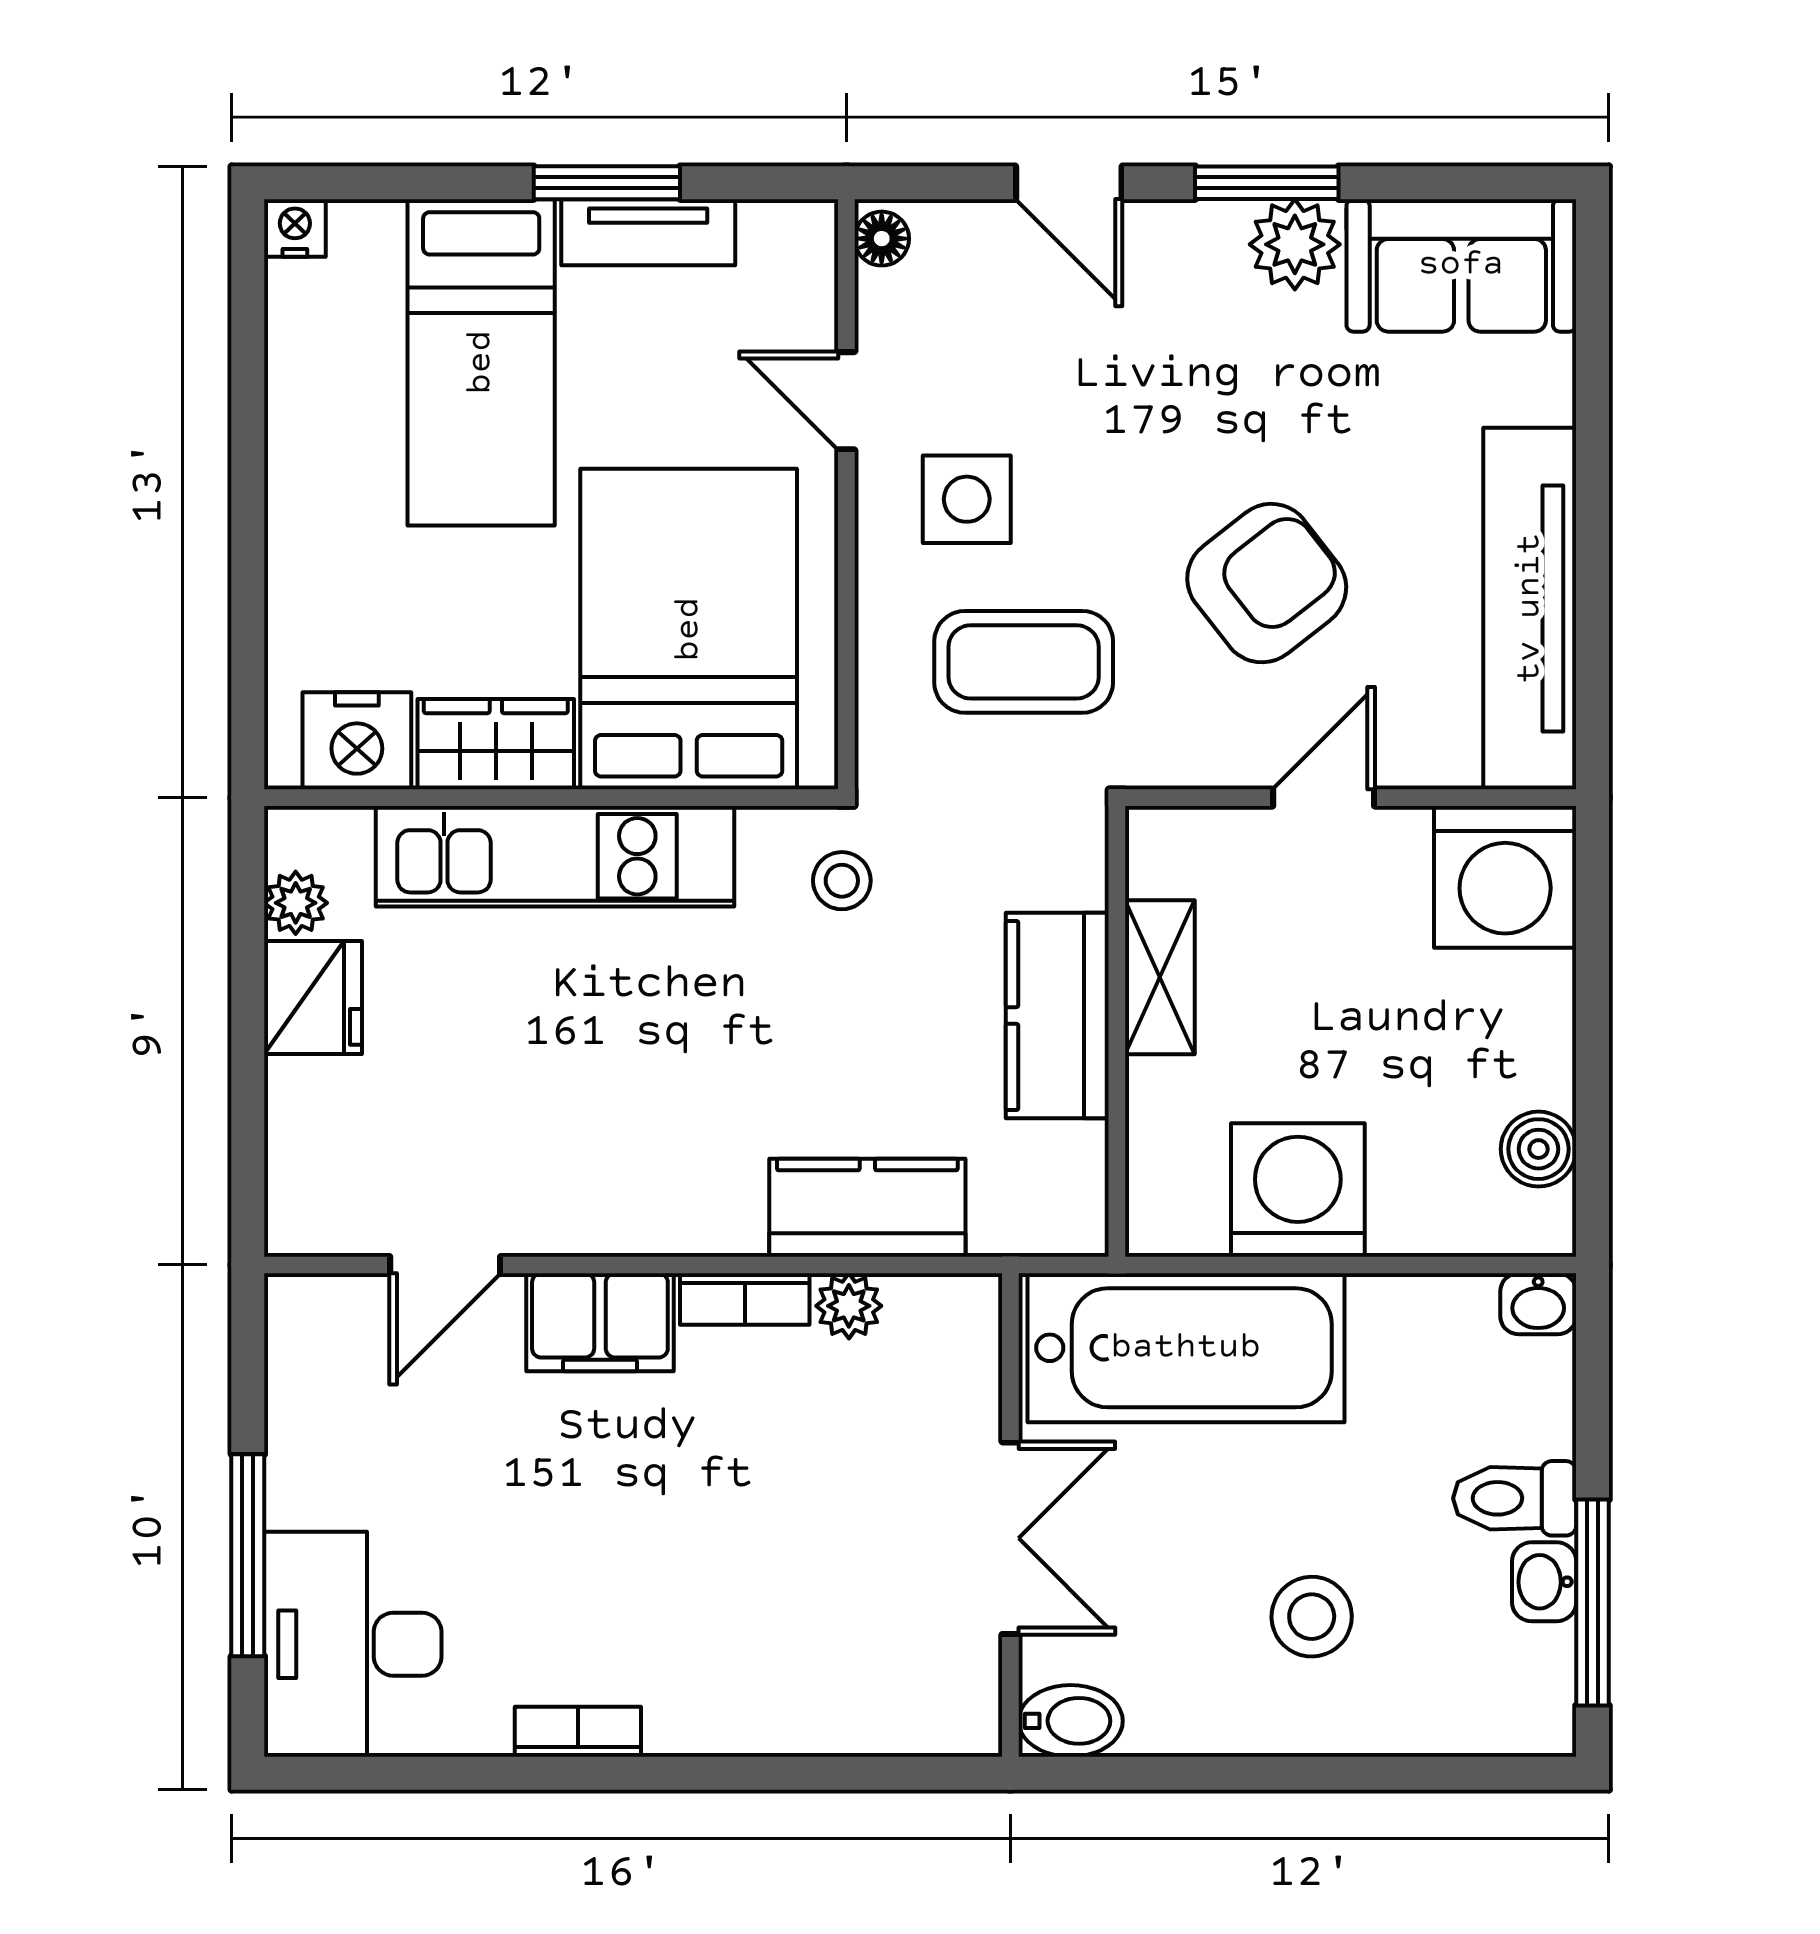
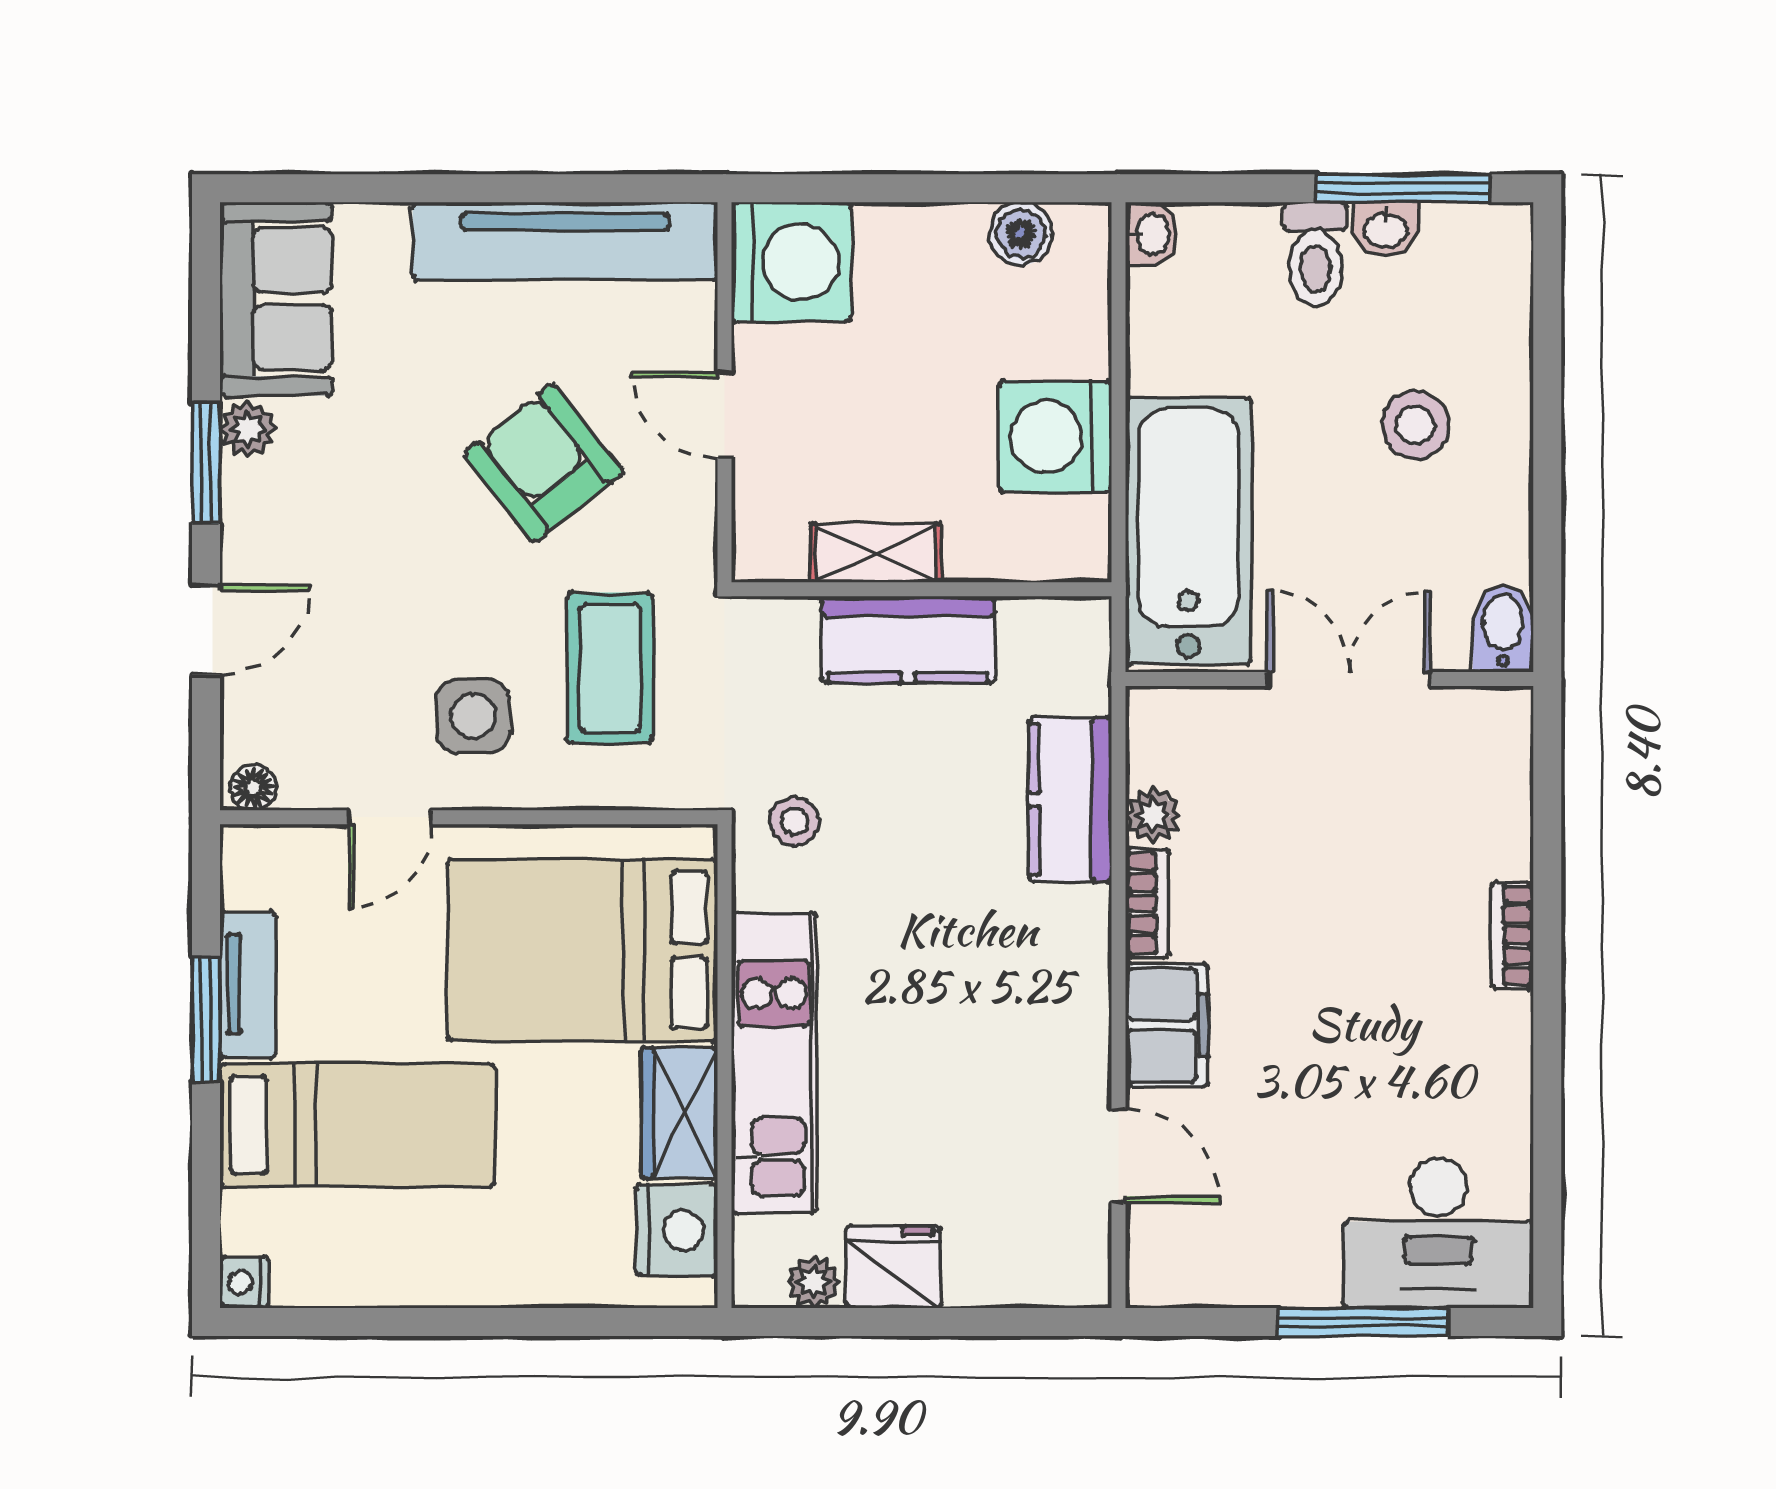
plant: (1295, 244) -> (248, 429), width x0.73, depth x0.73
bookcase: (578, 1732) -> (1512, 935), moved

